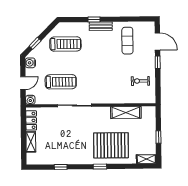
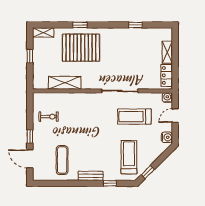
window: (94, 19) -> (110, 183), moved
window: (35, 43) -> (148, 172), moved
treadmill: (65, 44) -> (129, 157), turned 90
window: (100, 167) -> (80, 25), moved

